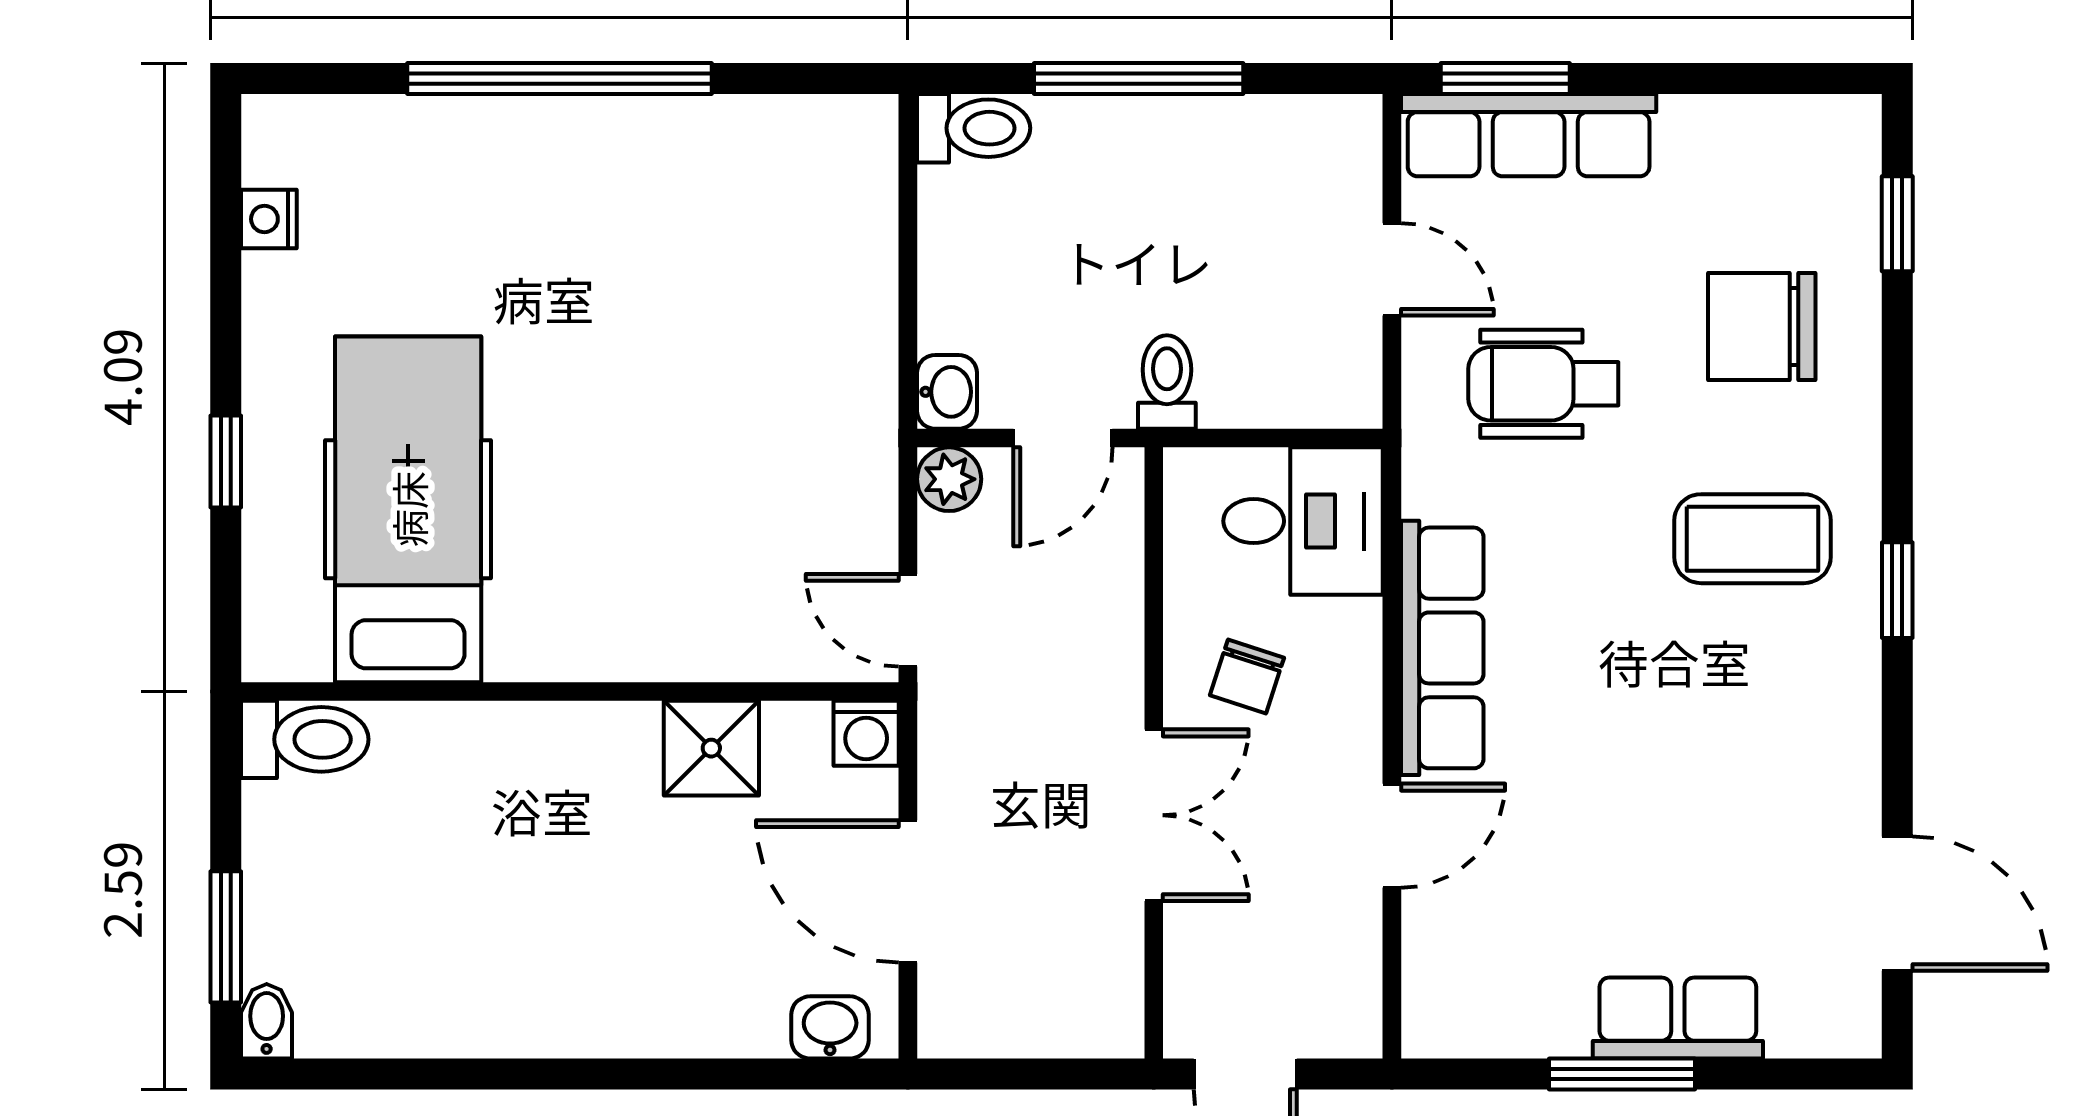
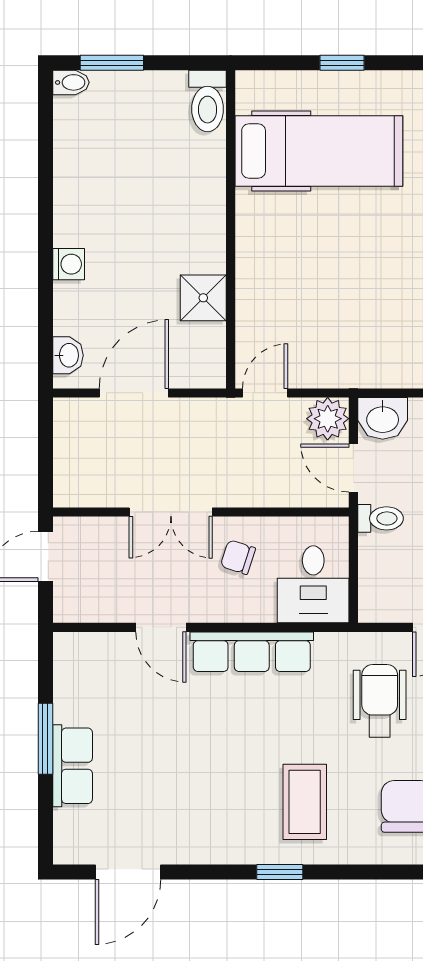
washbasin: (947, 392) -> (383, 418), width x1.38, depth x1.45
plant: (949, 479) -> (328, 419), width x1.38, depth x1.38
washing machine: (866, 733) -> (69, 264), moved, turned 180

